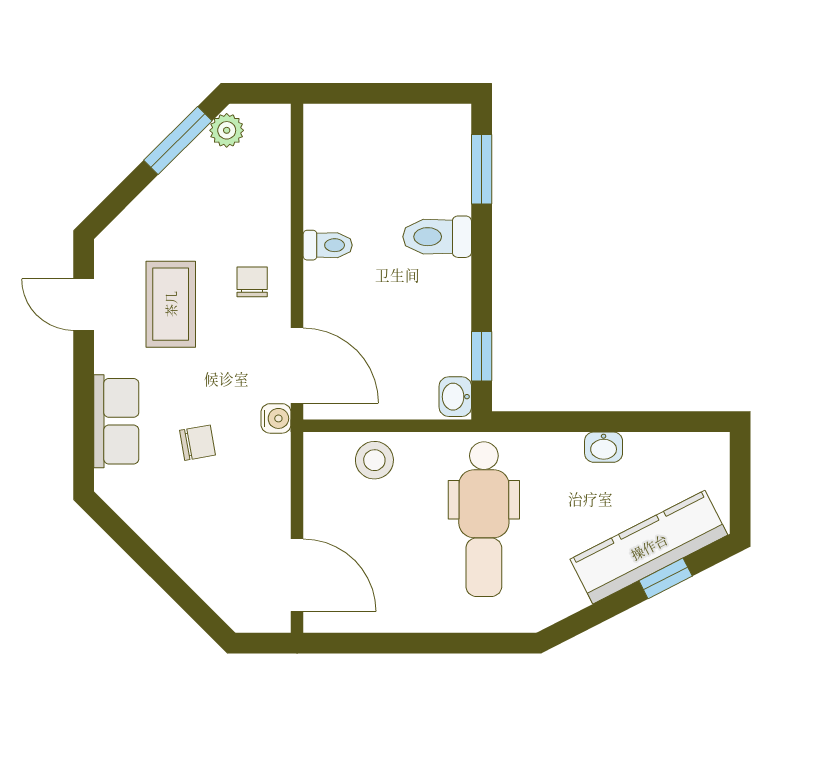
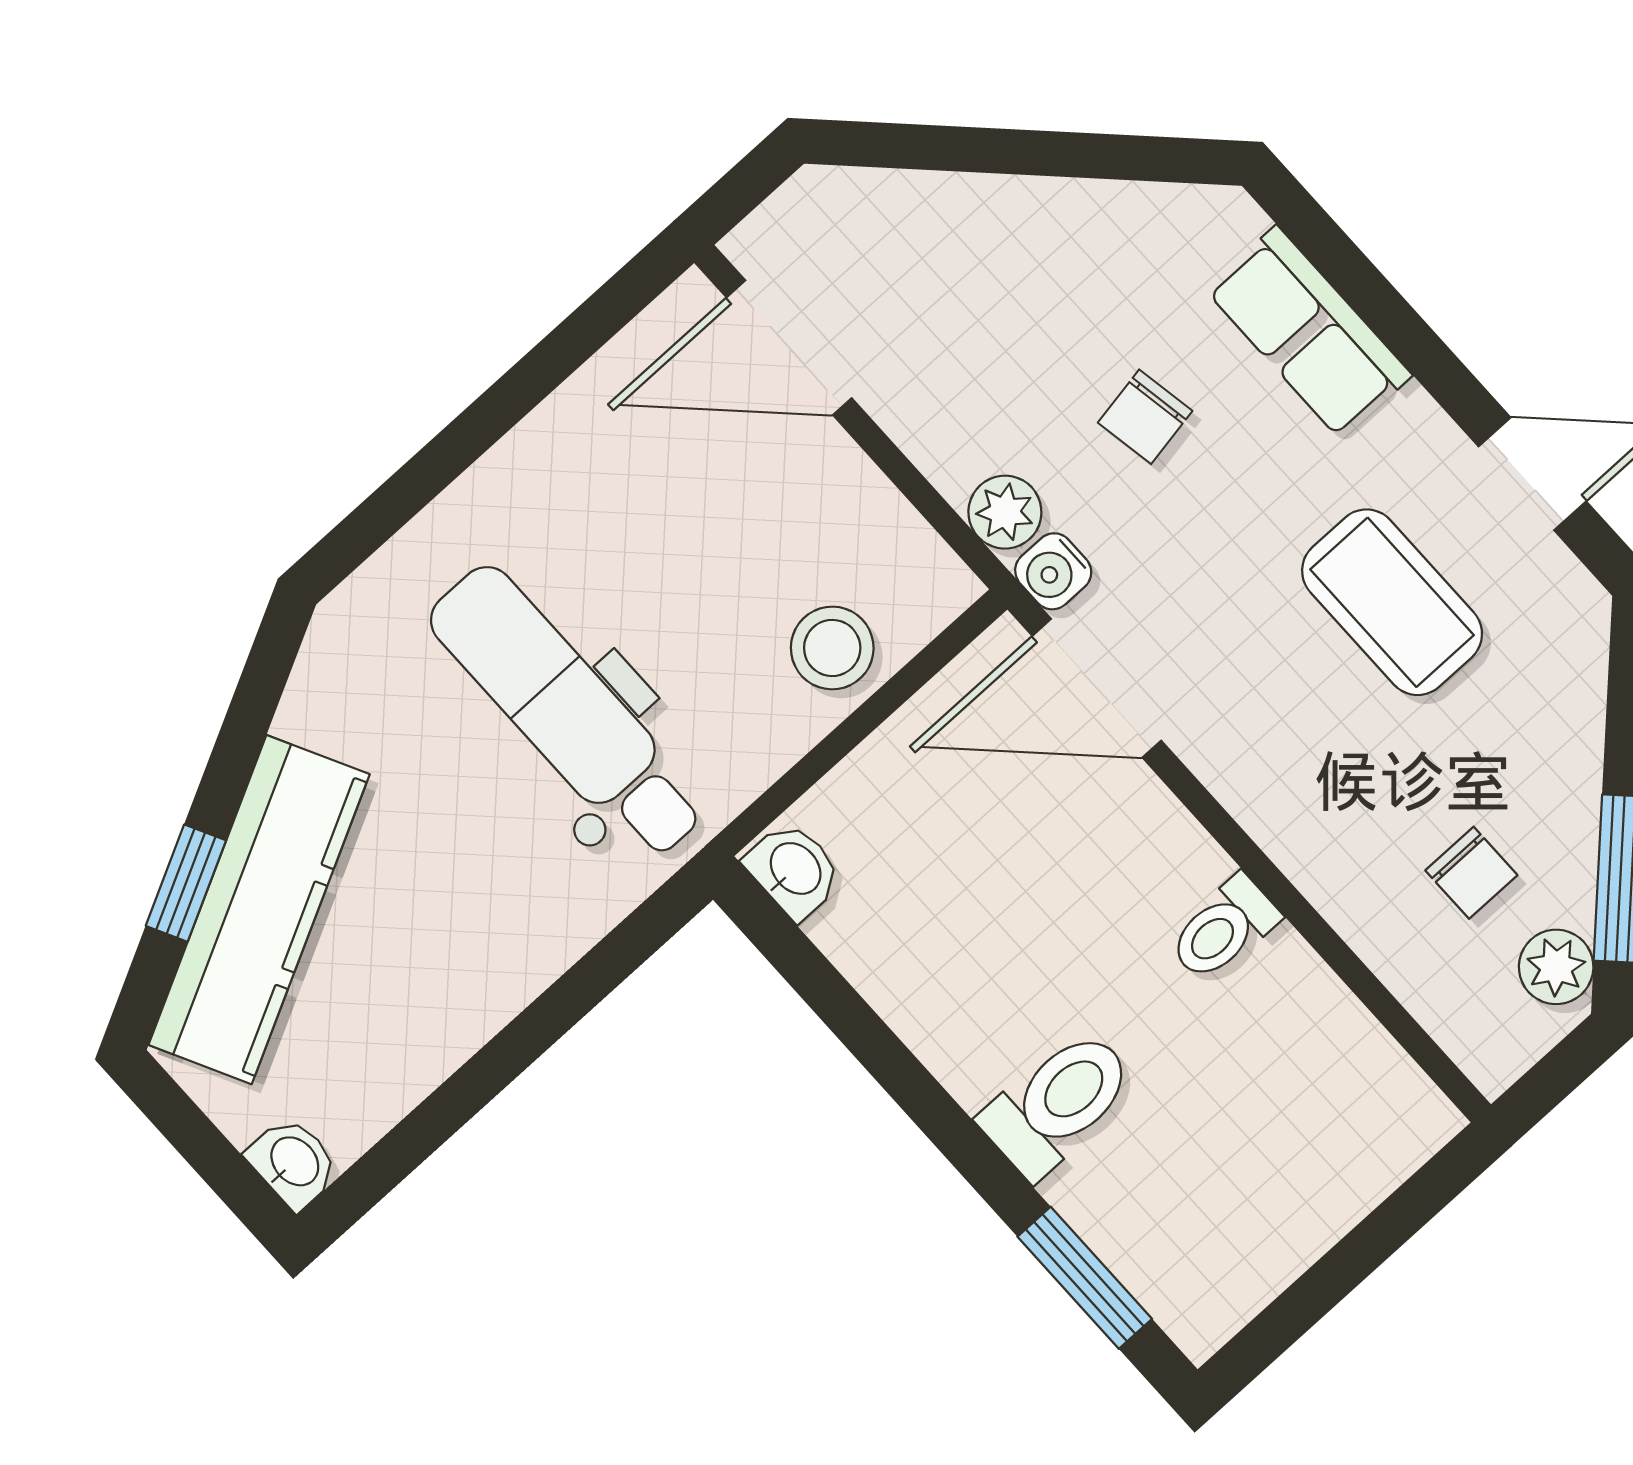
chair: (252, 282) -> (1471, 873), moved
window: (482, 356) -> (810, 974), removed
washbasin: (604, 447) -> (293, 1163), moved, turned 90
plant: (274, 453) -> (1005, 512), added

